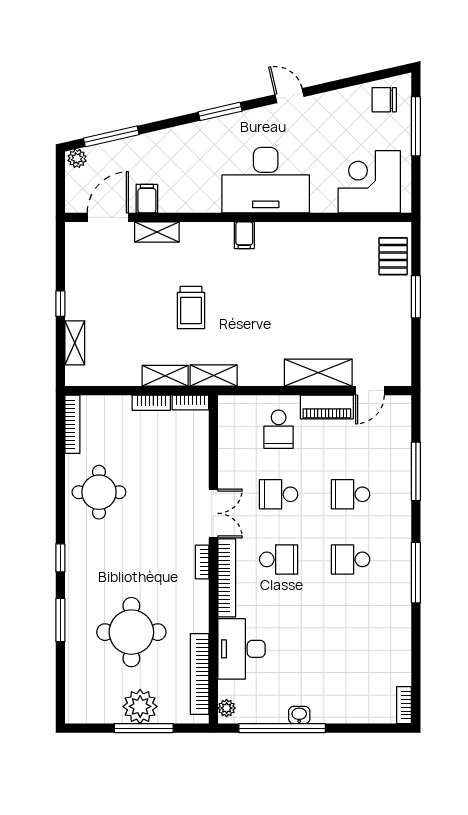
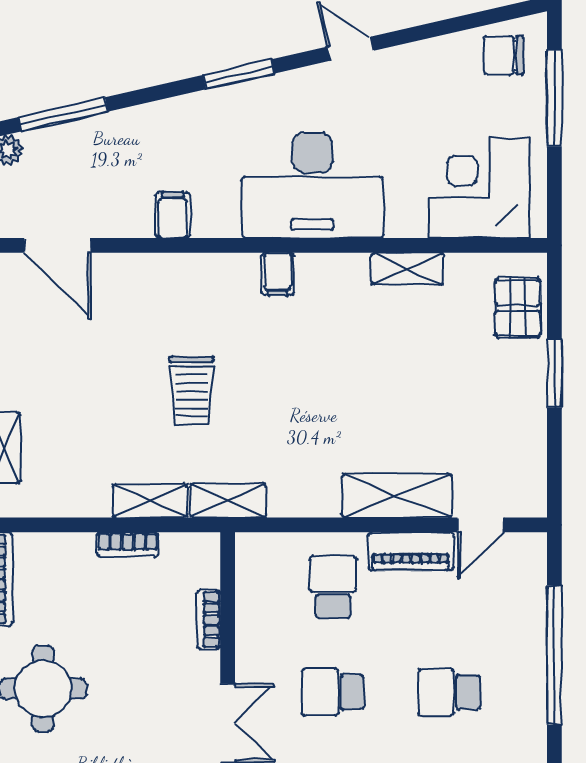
filing cabinet: (147, 199) -> (172, 215), moved
door: (108, 217) -> (57, 245), swing flipped
shelving: (157, 232) -> (407, 269), moved
bookcase: (190, 402) -> (209, 620), moved, turned 90
school desk: (279, 429) -> (333, 587), turned 180
window: (416, 471) -> (554, 655), width x1.46

